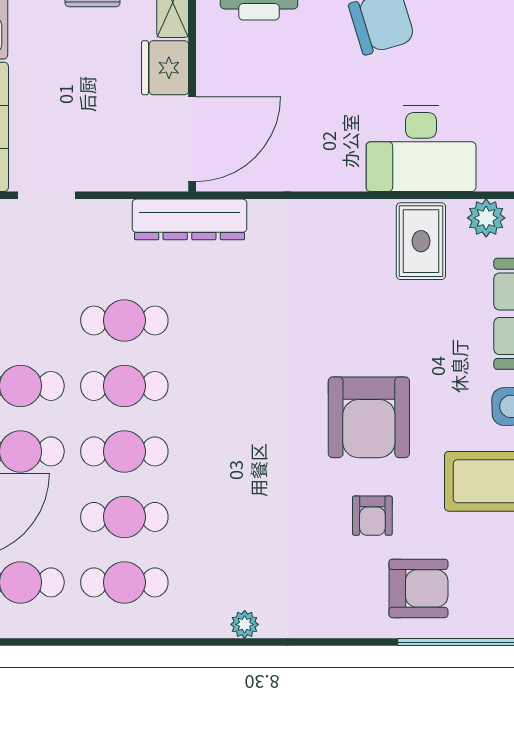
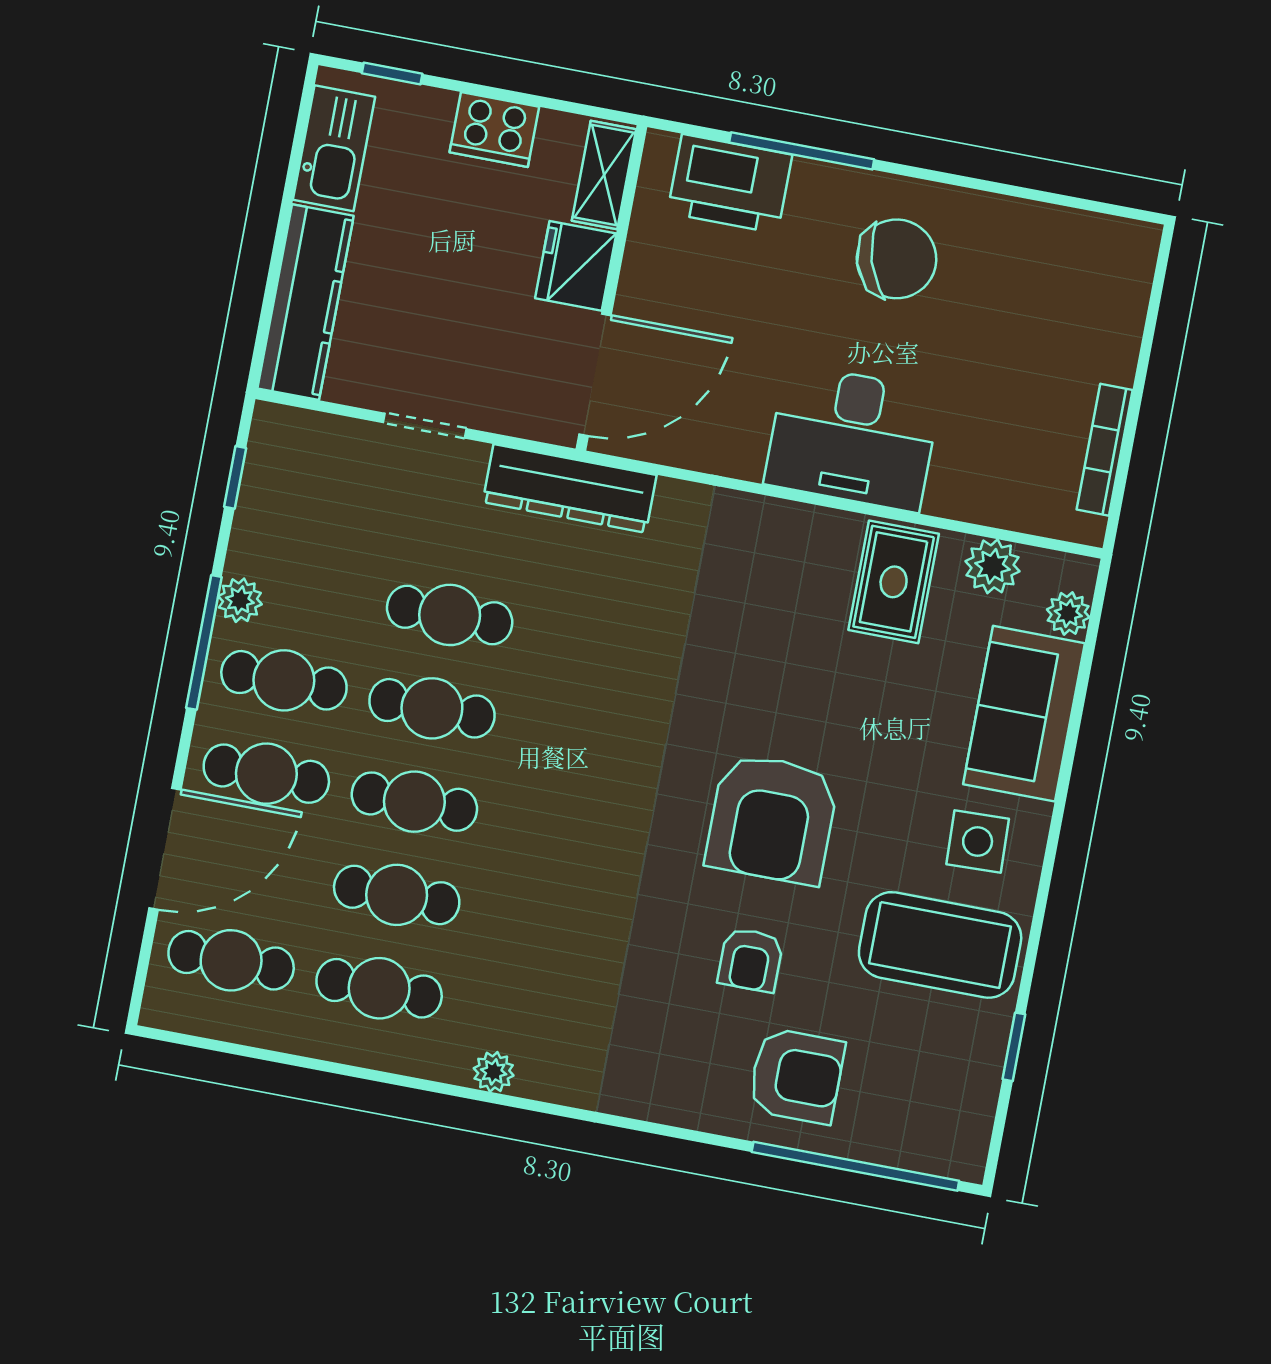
desk: (421, 149) -> (852, 438), moved
doorway: (47, 195) -> (425, 426), moved
plant: (245, 624) -> (494, 1072), moved

